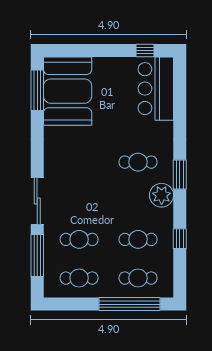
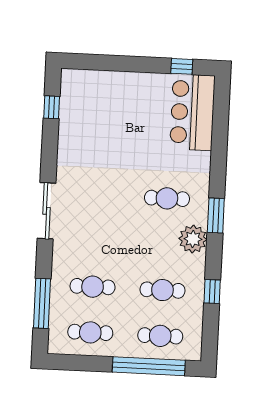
window: (37, 90) -> (52, 107), width x0.46
booth: (68, 91) -> (88, 110), removed
sliding door: (37, 201) -> (47, 211), moved

